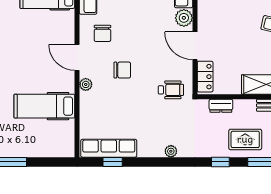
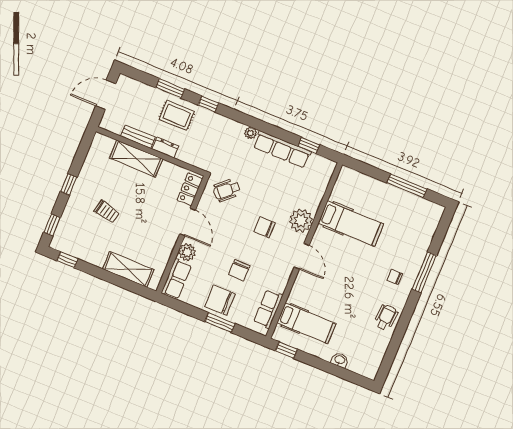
chair: (102, 33) -> (239, 270), moved, turned 180
plant: (86, 84) -> (301, 221), width x1.88, depth x1.88
wheelchair: (171, 90) -> (227, 190), turned -42
dresser: (221, 106) -> (165, 147), moved
row of seats: (109, 148) -> (282, 149), moved

